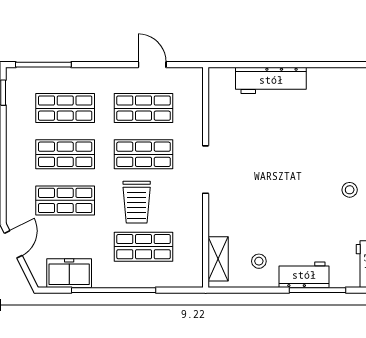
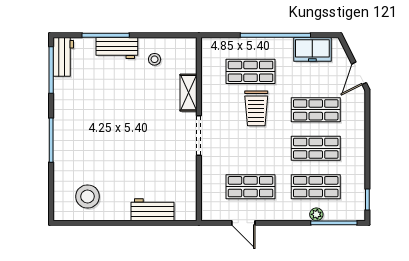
plant: (64, 75) -> (316, 214), added
workbench: (271, 80) -> (153, 210), width x0.73
shop shelf: (144, 154) -> (251, 148), removed
stool: (350, 190) -> (88, 196), moved, width x1.89, depth x1.89
trolley: (137, 202) -> (256, 108), turned 180
shelving: (218, 259) -> (188, 93), moved

